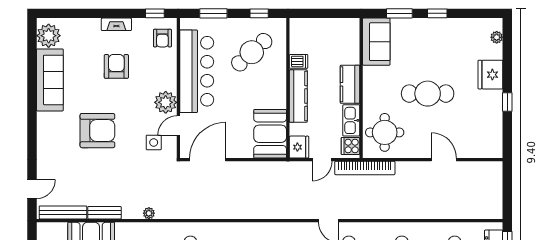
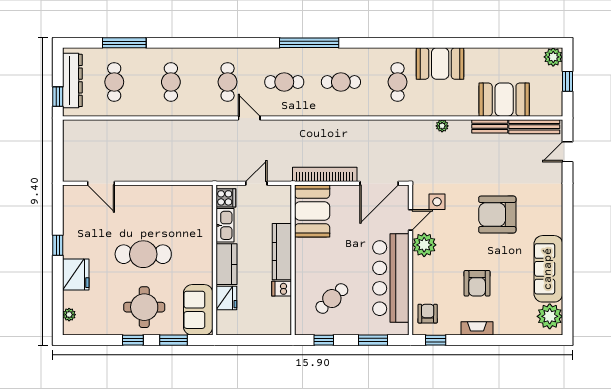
cafe table: (252, 52) -> (332, 299), width x0.73, depth x0.74
round table: (385, 132) -> (144, 307), moved
fridge: (299, 147) -> (226, 298), moved, turned 180
door: (444, 160) -> (101, 183), moved
bookcase: (365, 168) -> (325, 174), moved

